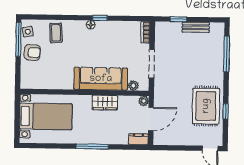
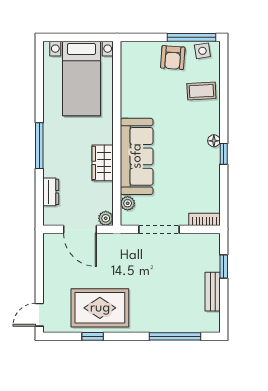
dresser: (138, 139) -> (51, 192), moved

